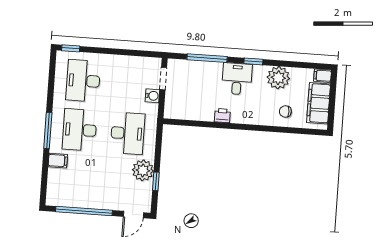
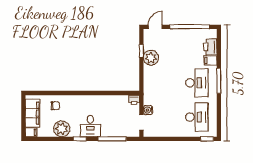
printer: (222, 116) -> (134, 100), moved
desk: (128, 133) -> (163, 83), removed
printer: (57, 180) -> (210, 47), added

